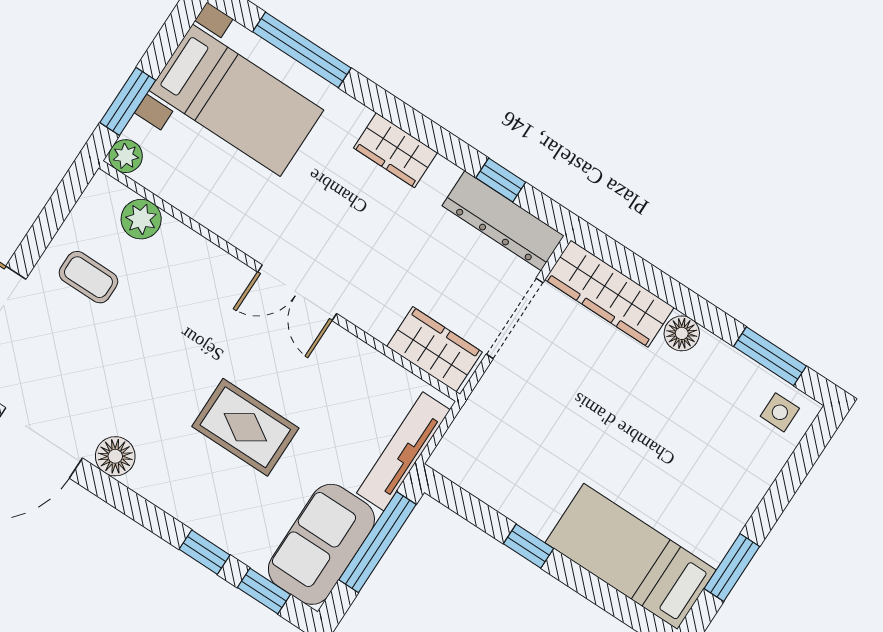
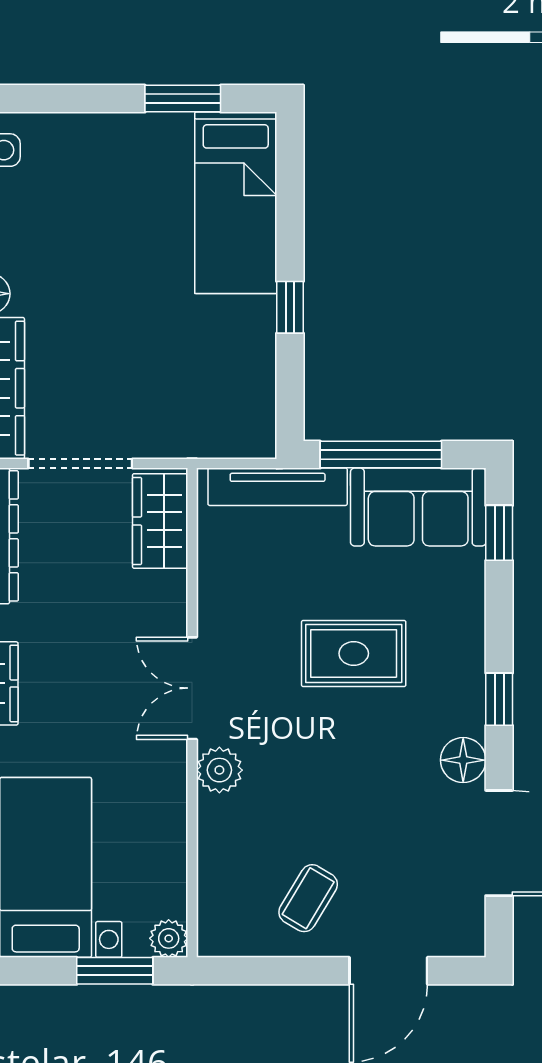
plant: (141, 219) -> (219, 770), moved
coffee table: (88, 277) -> (308, 898), turned 31
double door: (297, 293) -> (192, 688), swing flipped
rug: (245, 427) -> (354, 653), turned 90
window: (205, 552) -> (499, 699), moved

